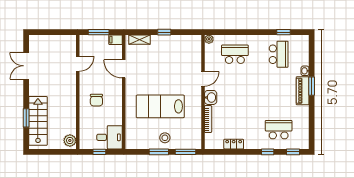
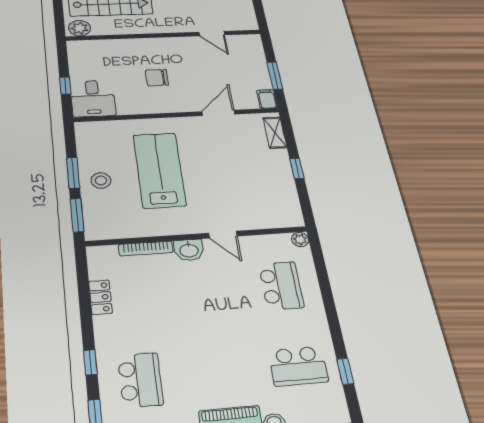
door: (78, 64) -> (212, 34), moved
wall: (78, 92) -> (164, 35), moved
plant: (70, 140) -> (80, 28), moved

